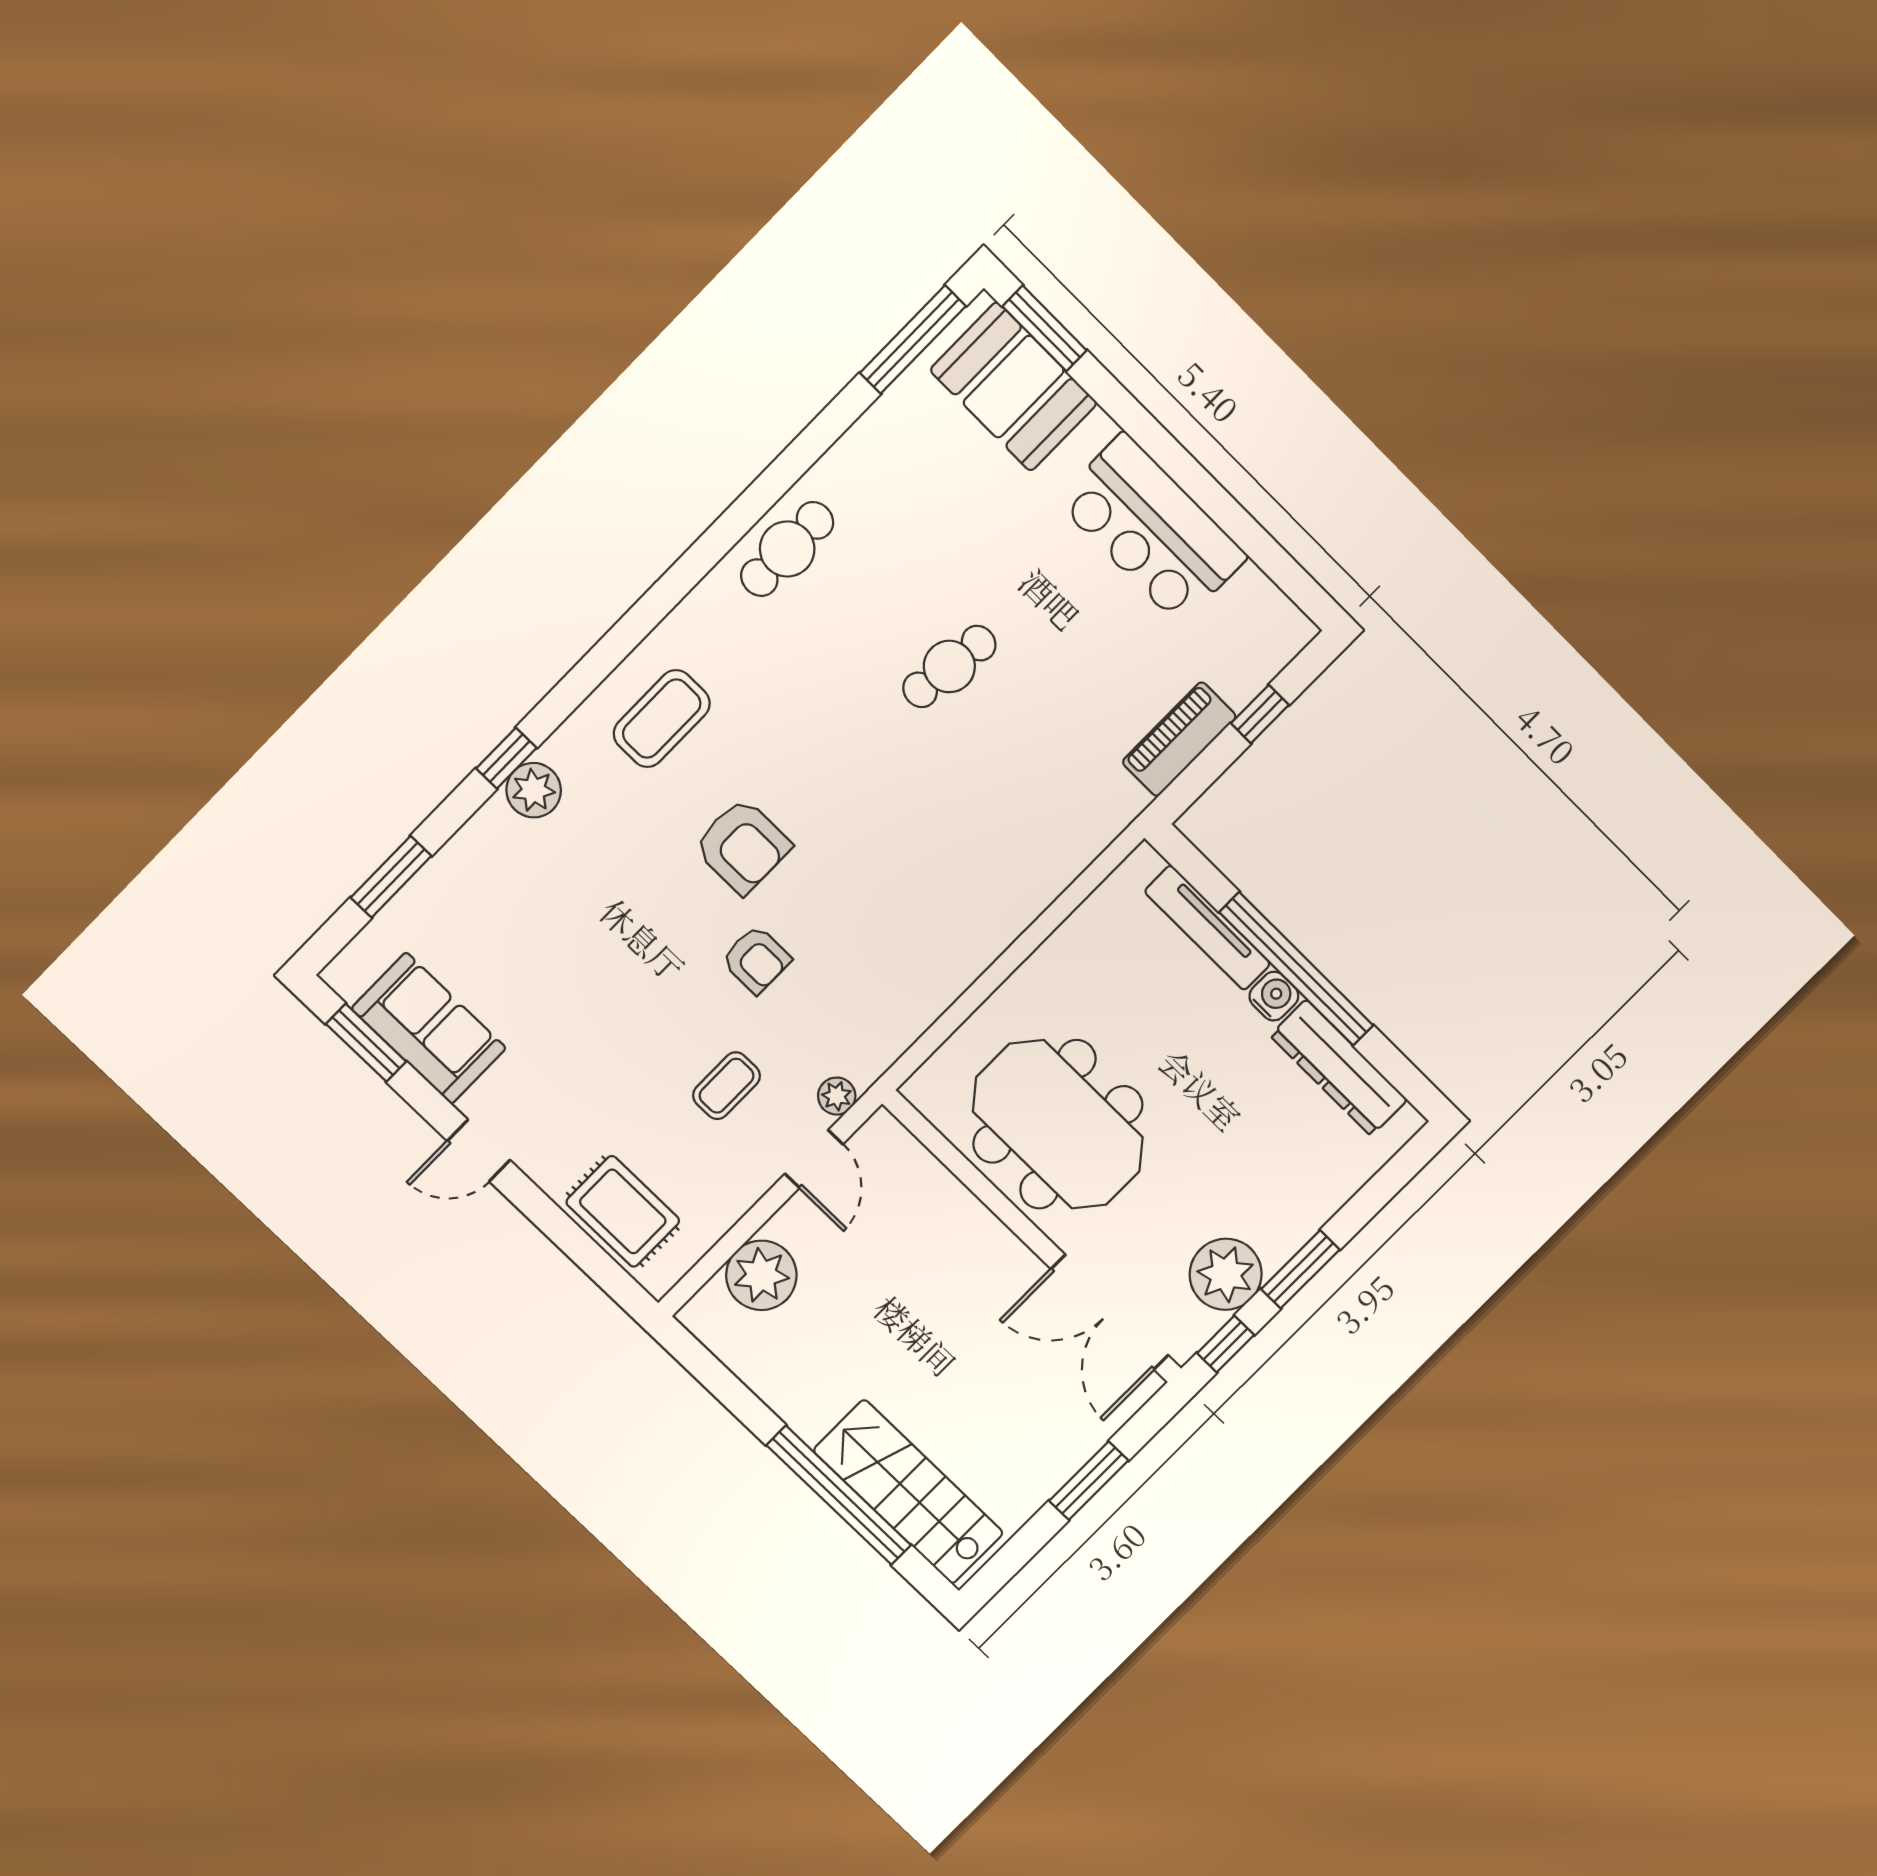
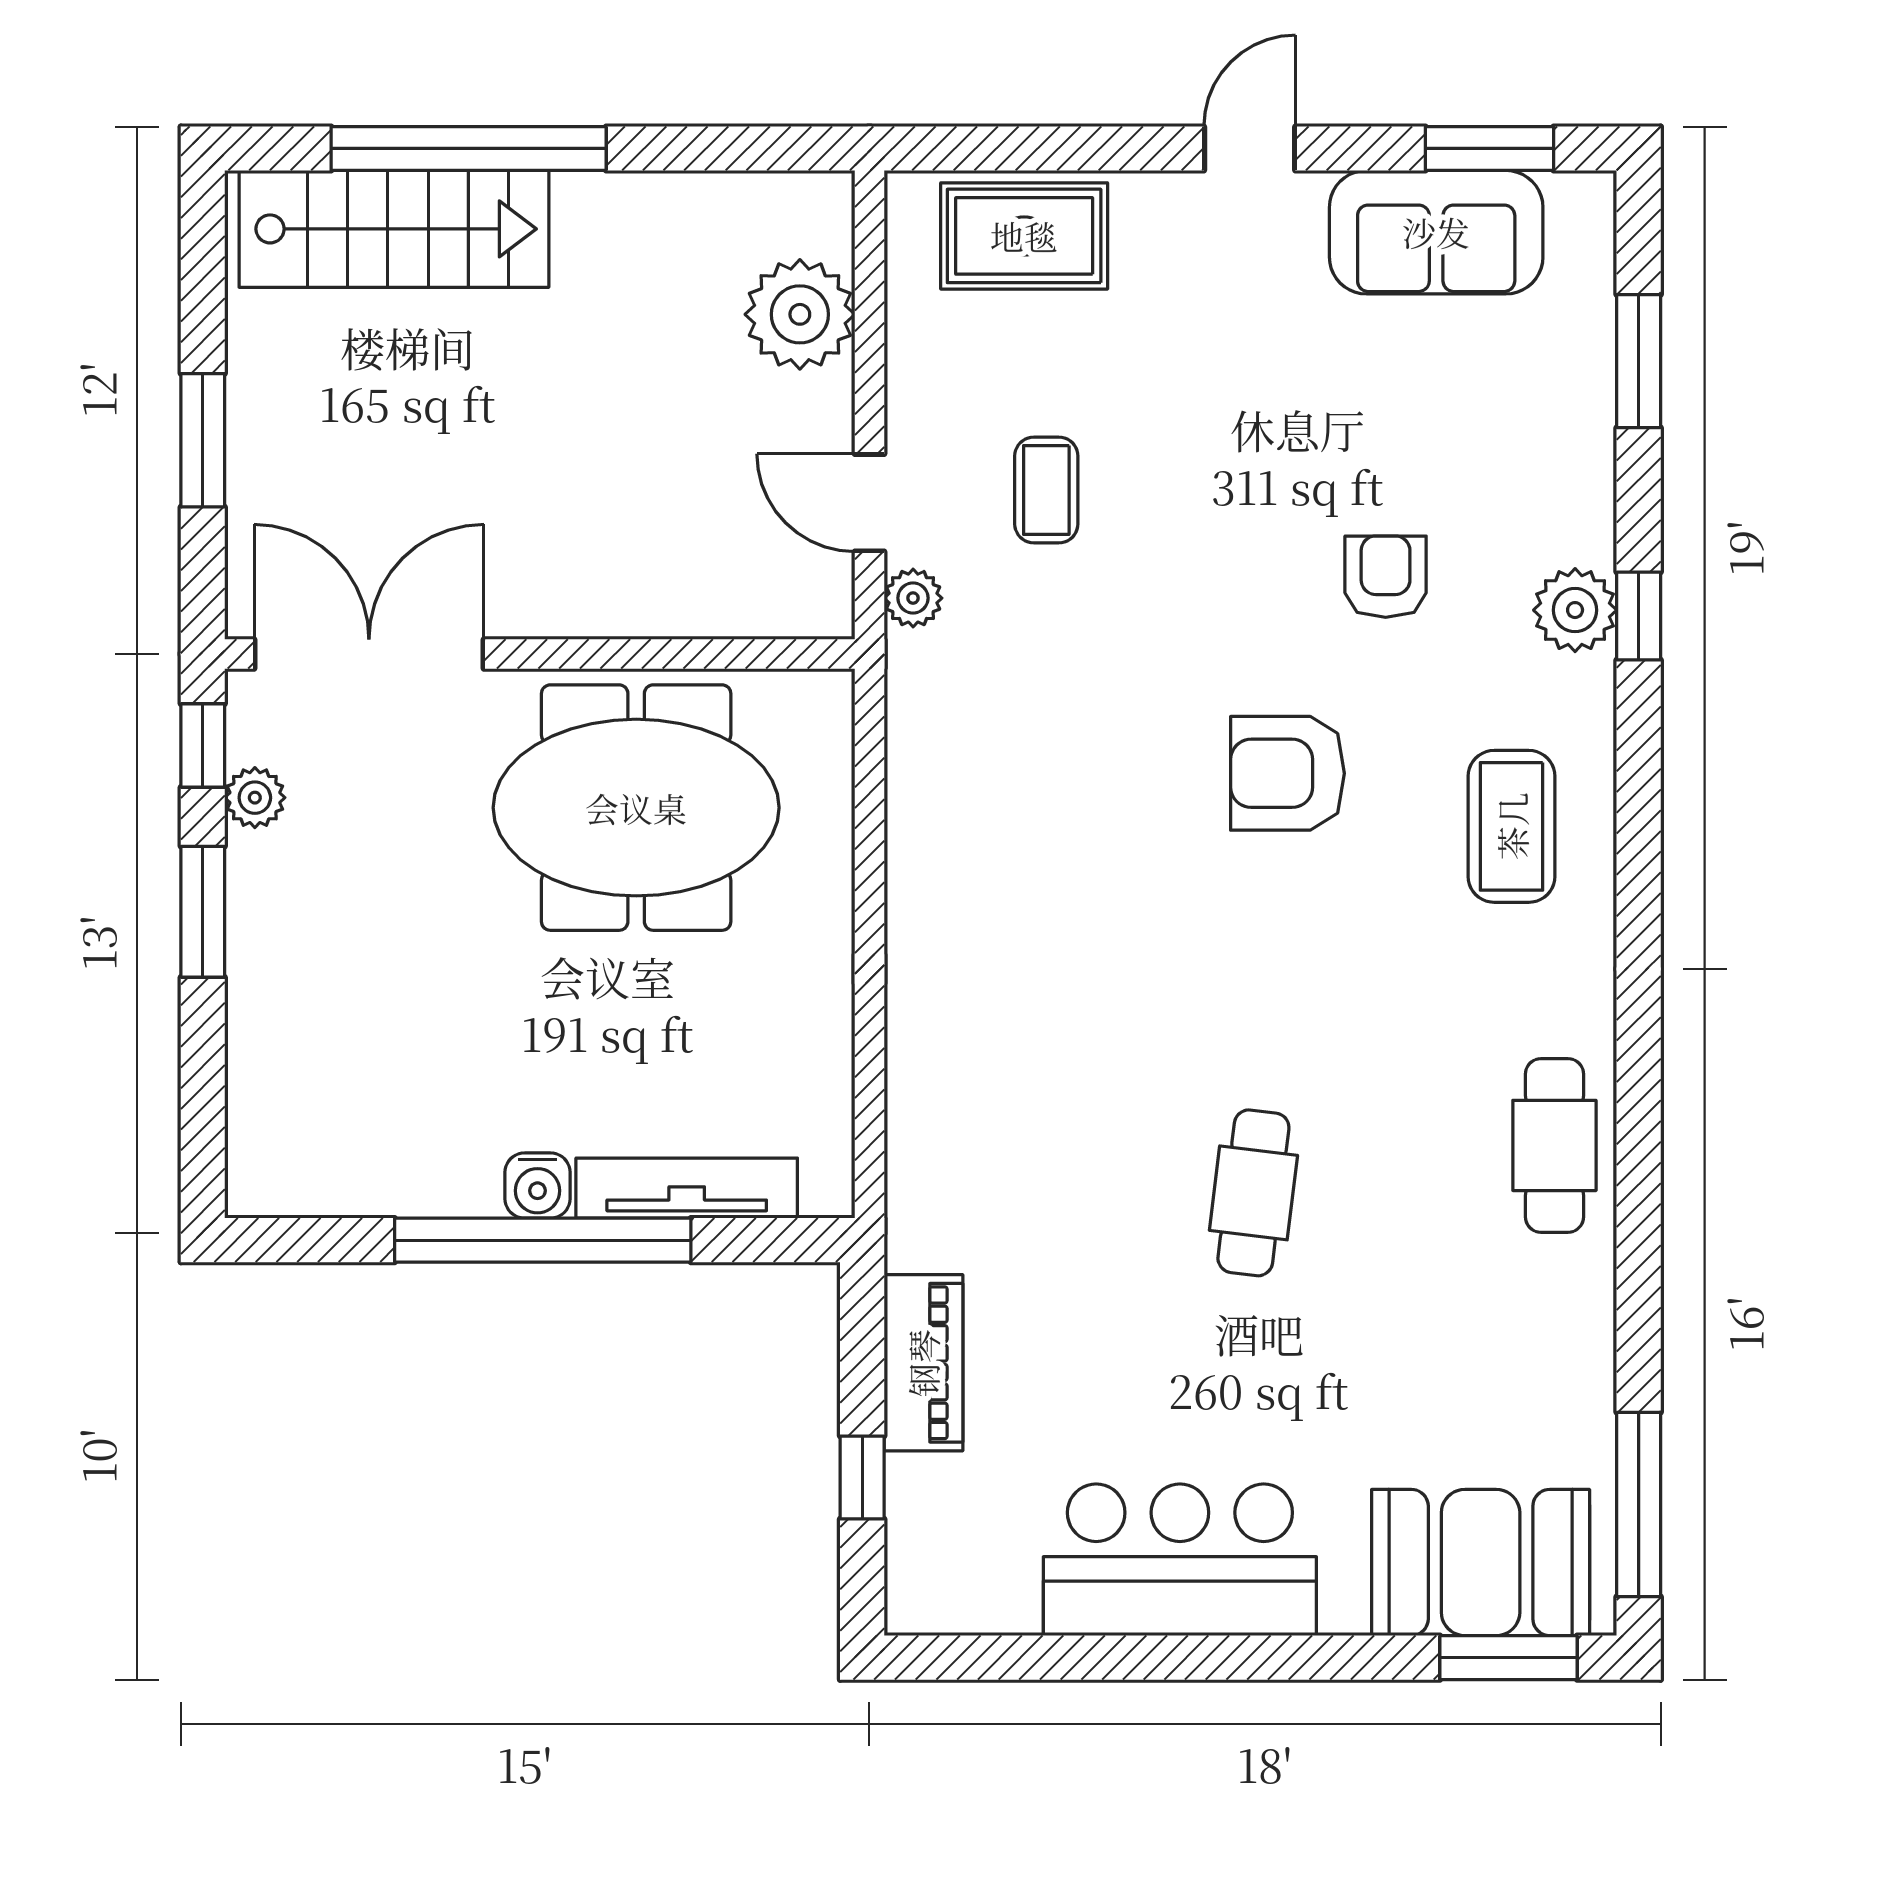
armchair: (756, 960) -> (1386, 577), moved, turned 90
dresser: (1339, 1068) -> (386, 1178), removed
plant: (1226, 1274) -> (255, 798), width x0.53, depth x0.53

